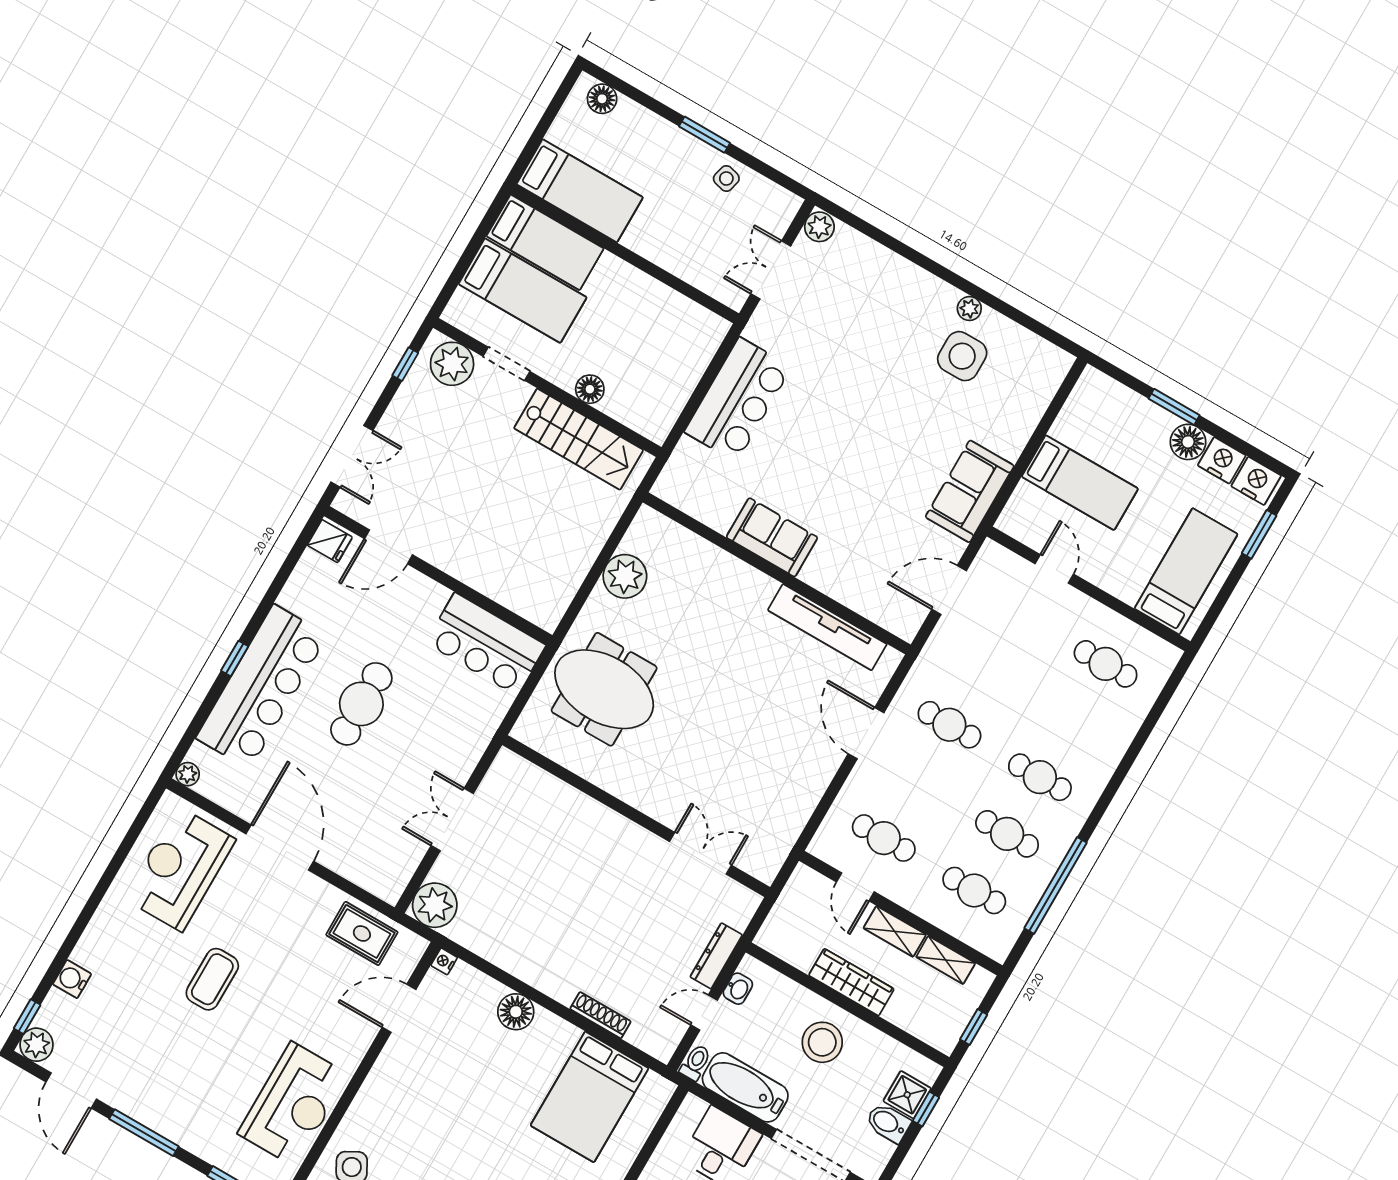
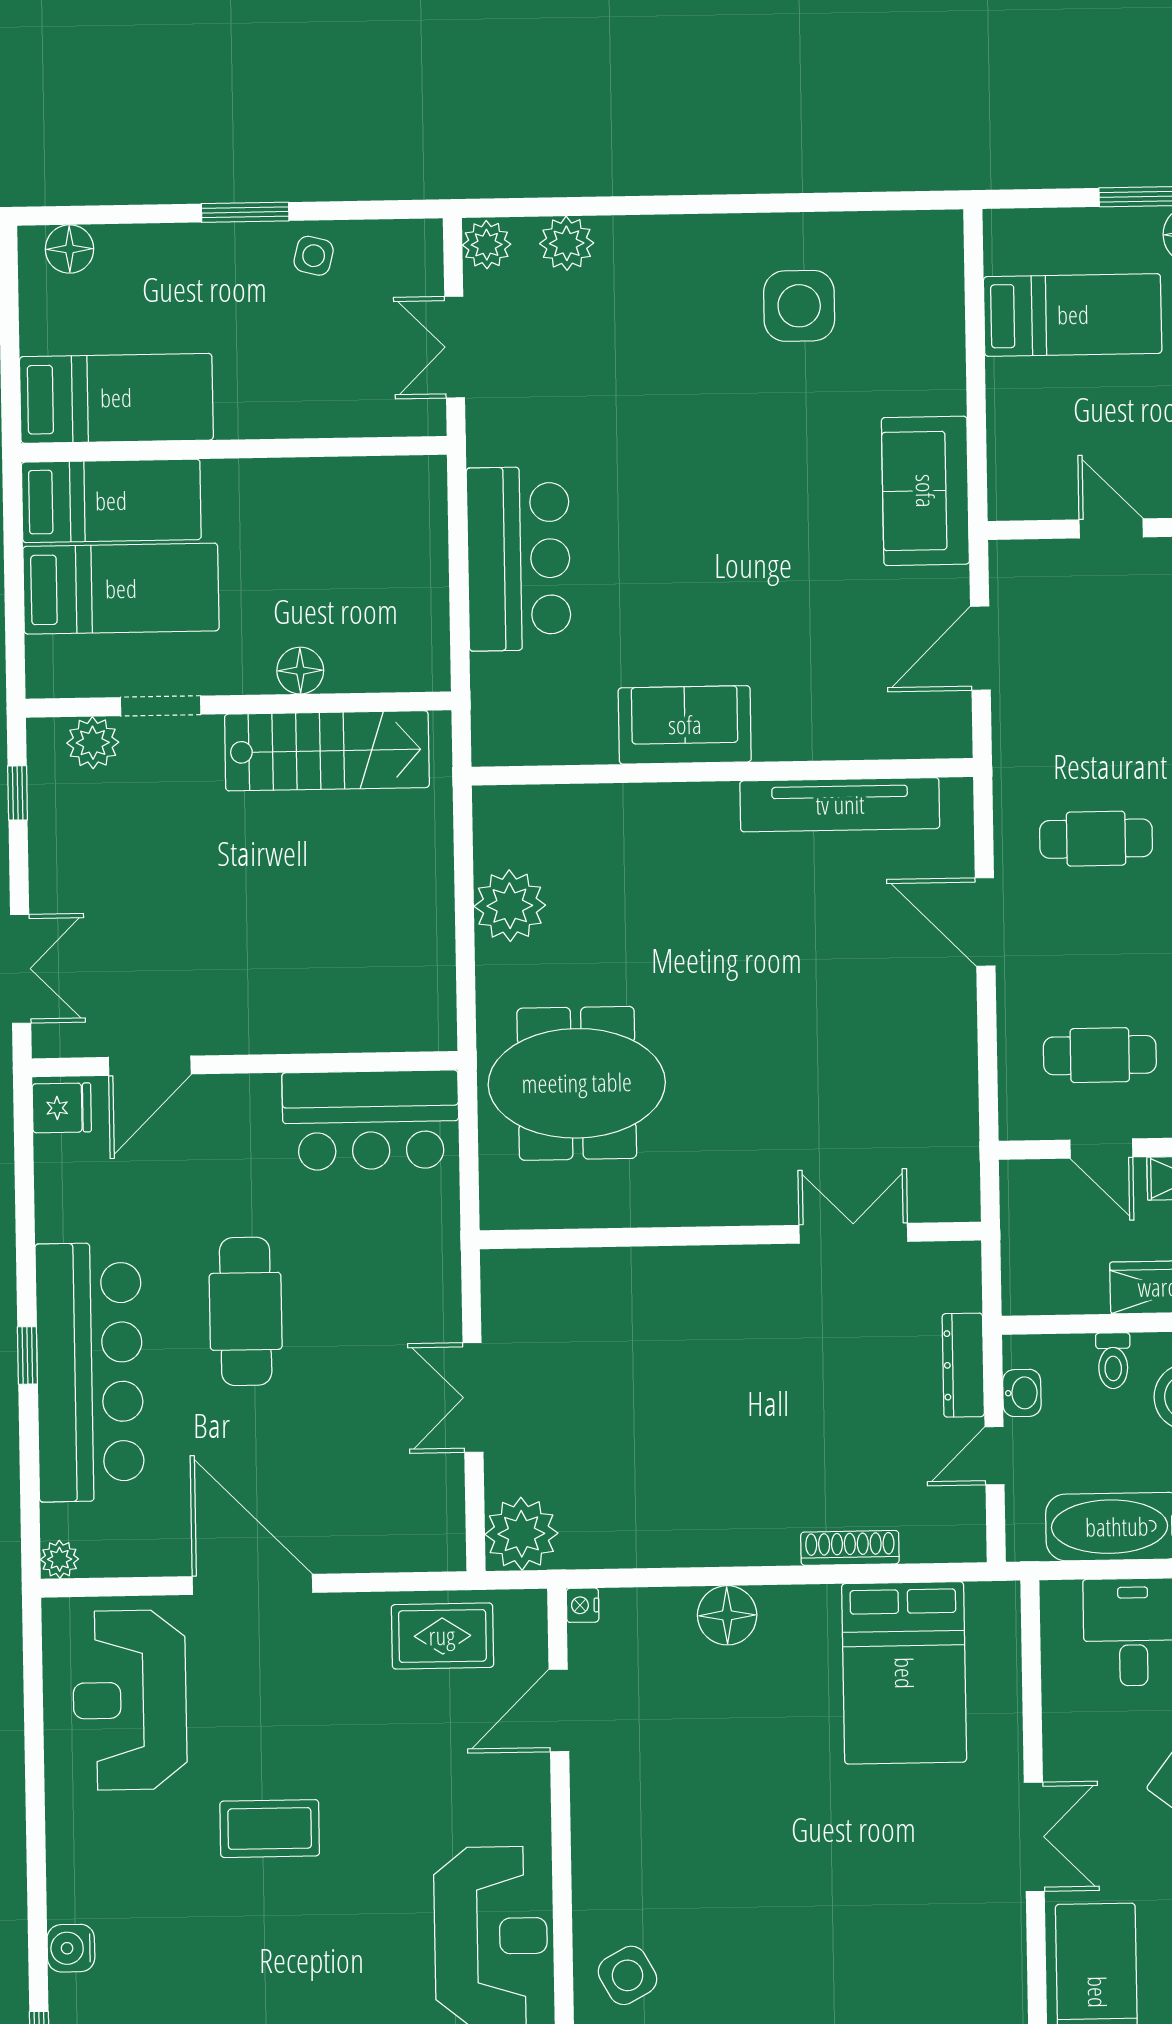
plant: (969, 309) -> (567, 243), moved, width x1.38, depth x1.38
plant: (452, 364) -> (93, 743), width x0.73, depth x0.73
bed: (1080, 483) -> (1073, 315), moved
coffee table: (212, 979) -> (270, 1829), turned 90
toilet: (696, 1063) -> (1113, 1361), moved, turned 180

